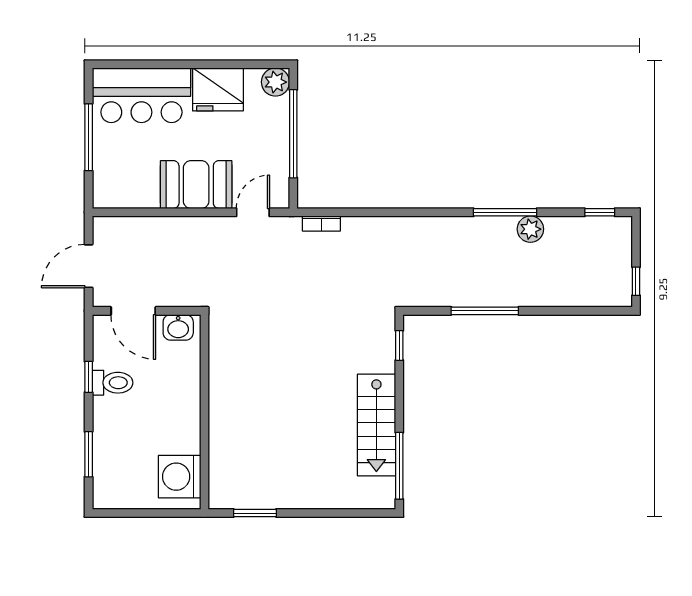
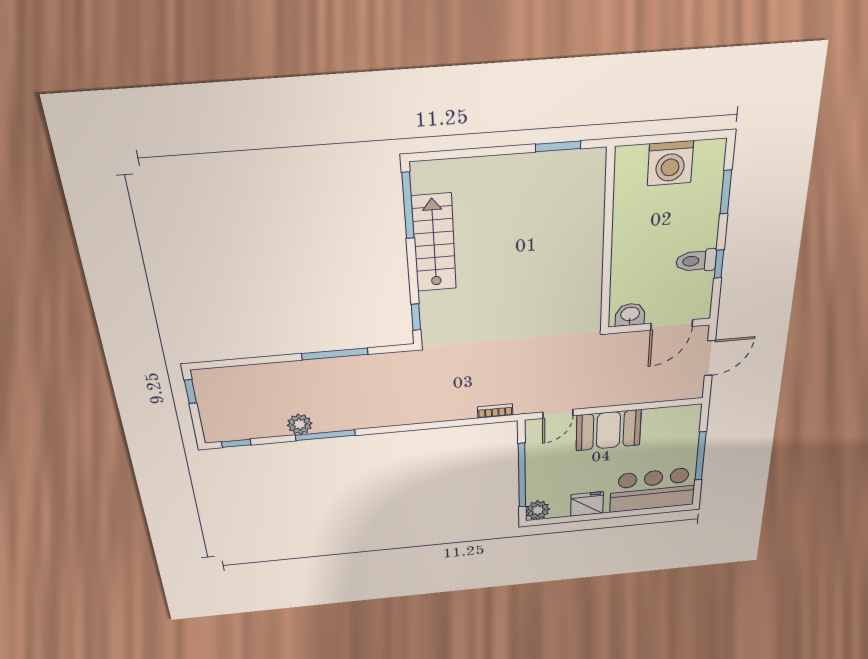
fridge: (218, 89) -> (587, 504), width x0.73, depth x0.75
door: (133, 311) -> (672, 325), swing flipped
washing machine: (180, 477) -> (670, 163), moved, turned 90

